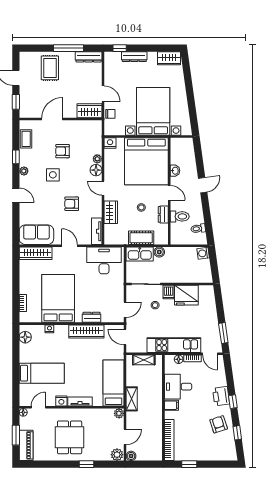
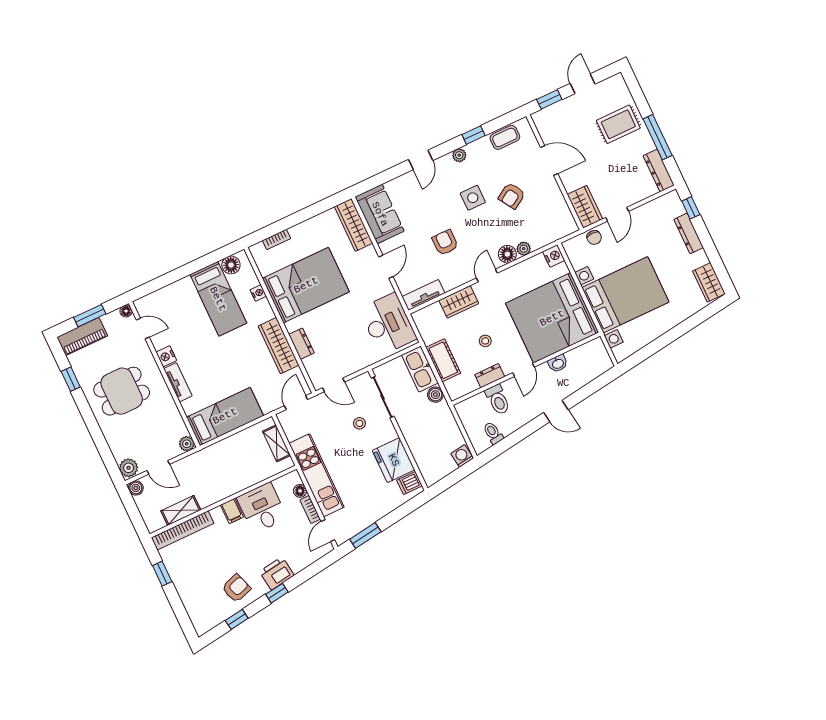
armchair: (63, 151) -> (512, 196), turned -122
dishwasher: (168, 292) -> (409, 483), moved
bed: (42, 373) -> (218, 299), moved
shelving: (132, 399) -> (181, 510), moved
window: (87, 464) -> (71, 379), moved

